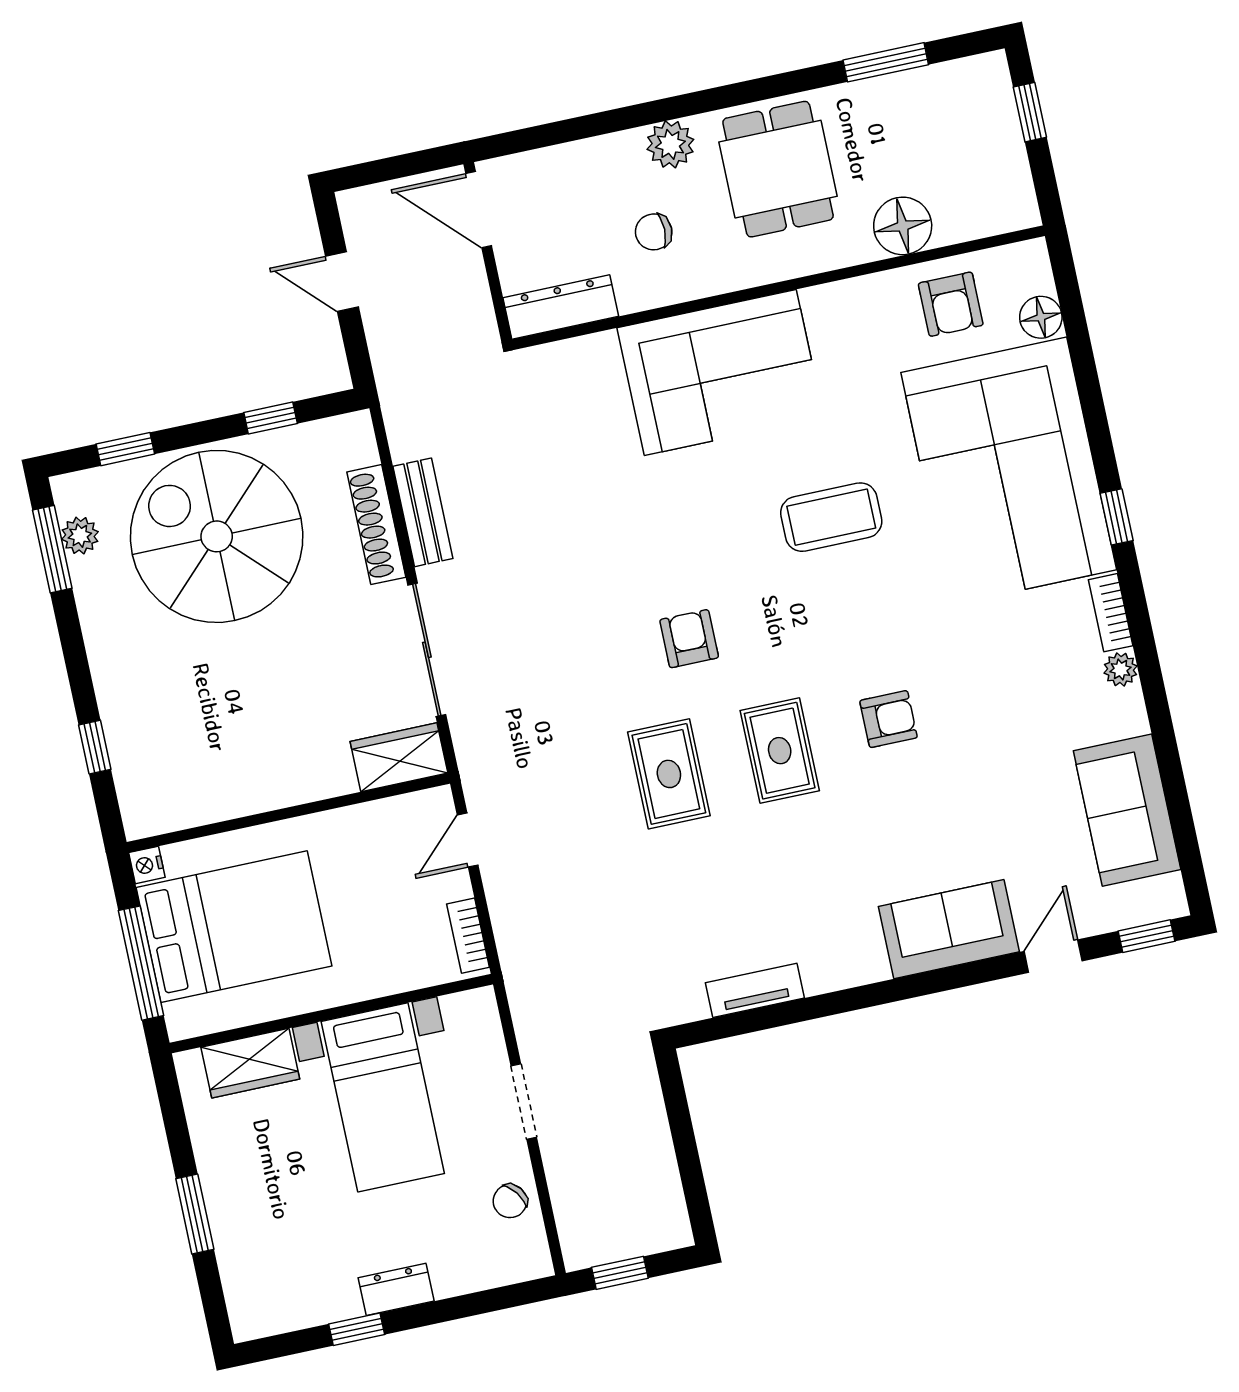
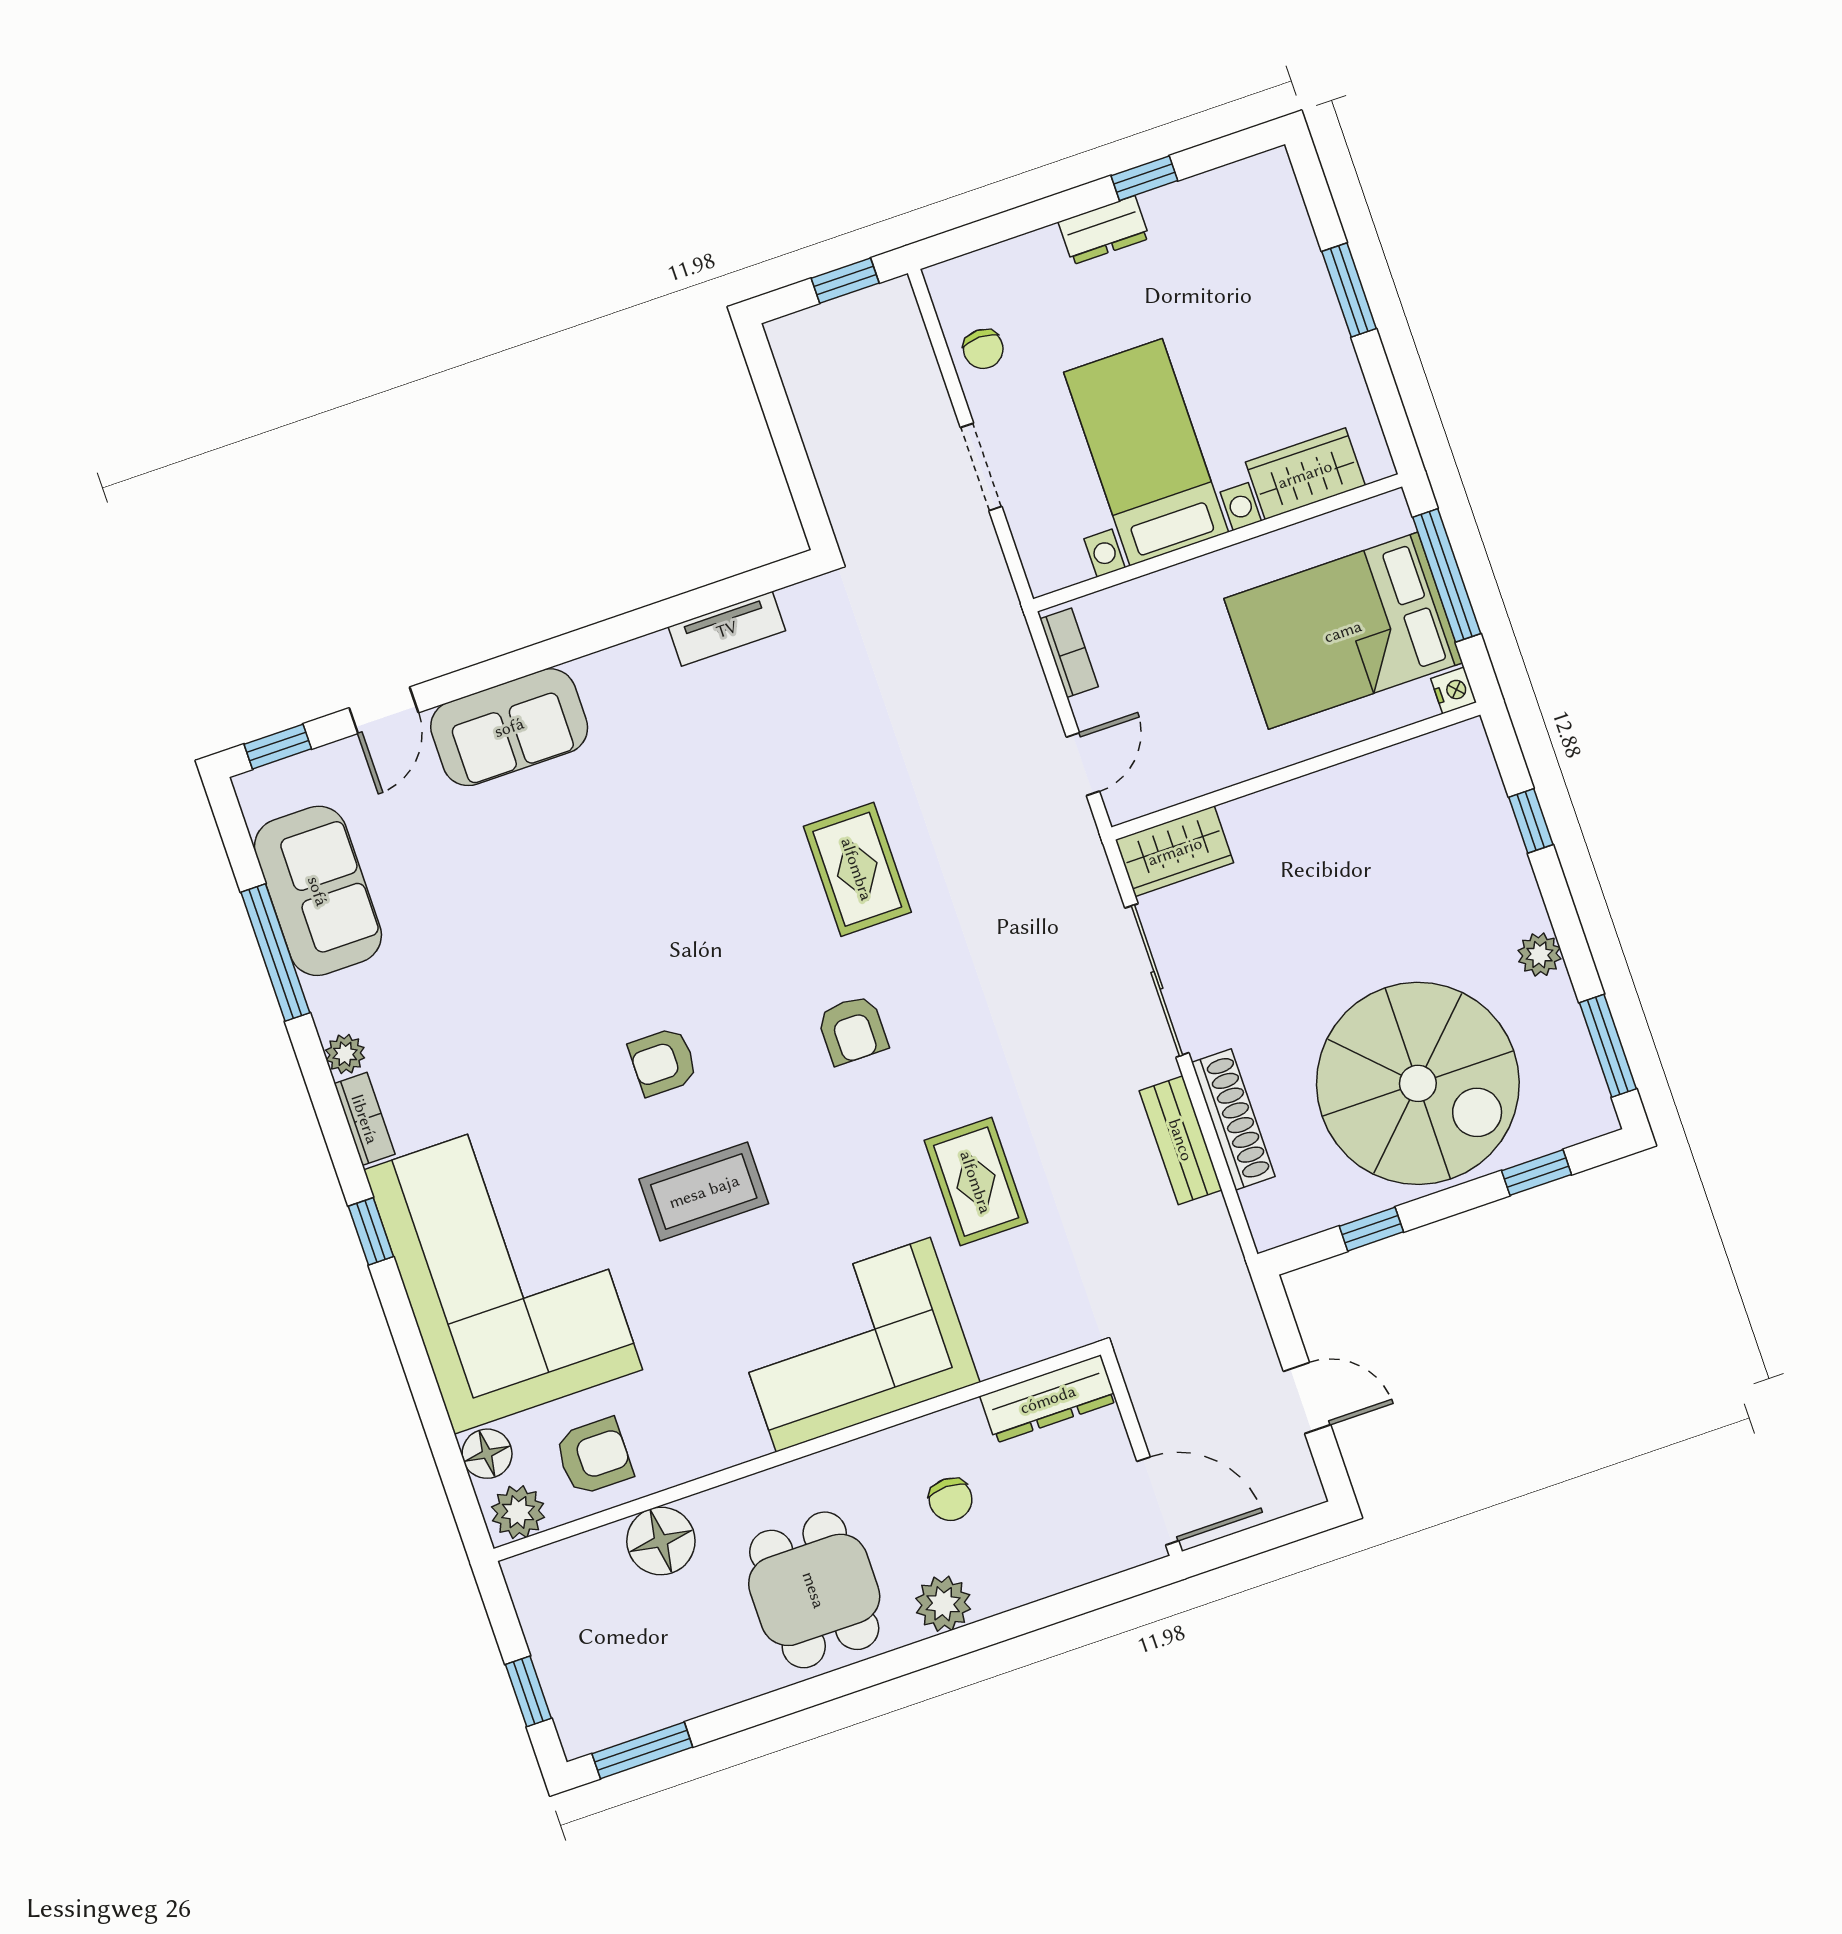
window: (886, 62) -> (642, 1750), moved
chair: (654, 232) -> (951, 1499), turned 90
plant: (1021, 265) -> (518, 1512), added
armchair: (951, 304) -> (594, 1456), turned 90
plant: (80, 536) -> (1539, 955), moved
armchair: (889, 719) -> (663, 1062), moved
rug: (780, 751) -> (976, 1182), moved
window: (1169, 762) -> (275, 952), added
chair: (510, 1201) -> (983, 349), turned 126

